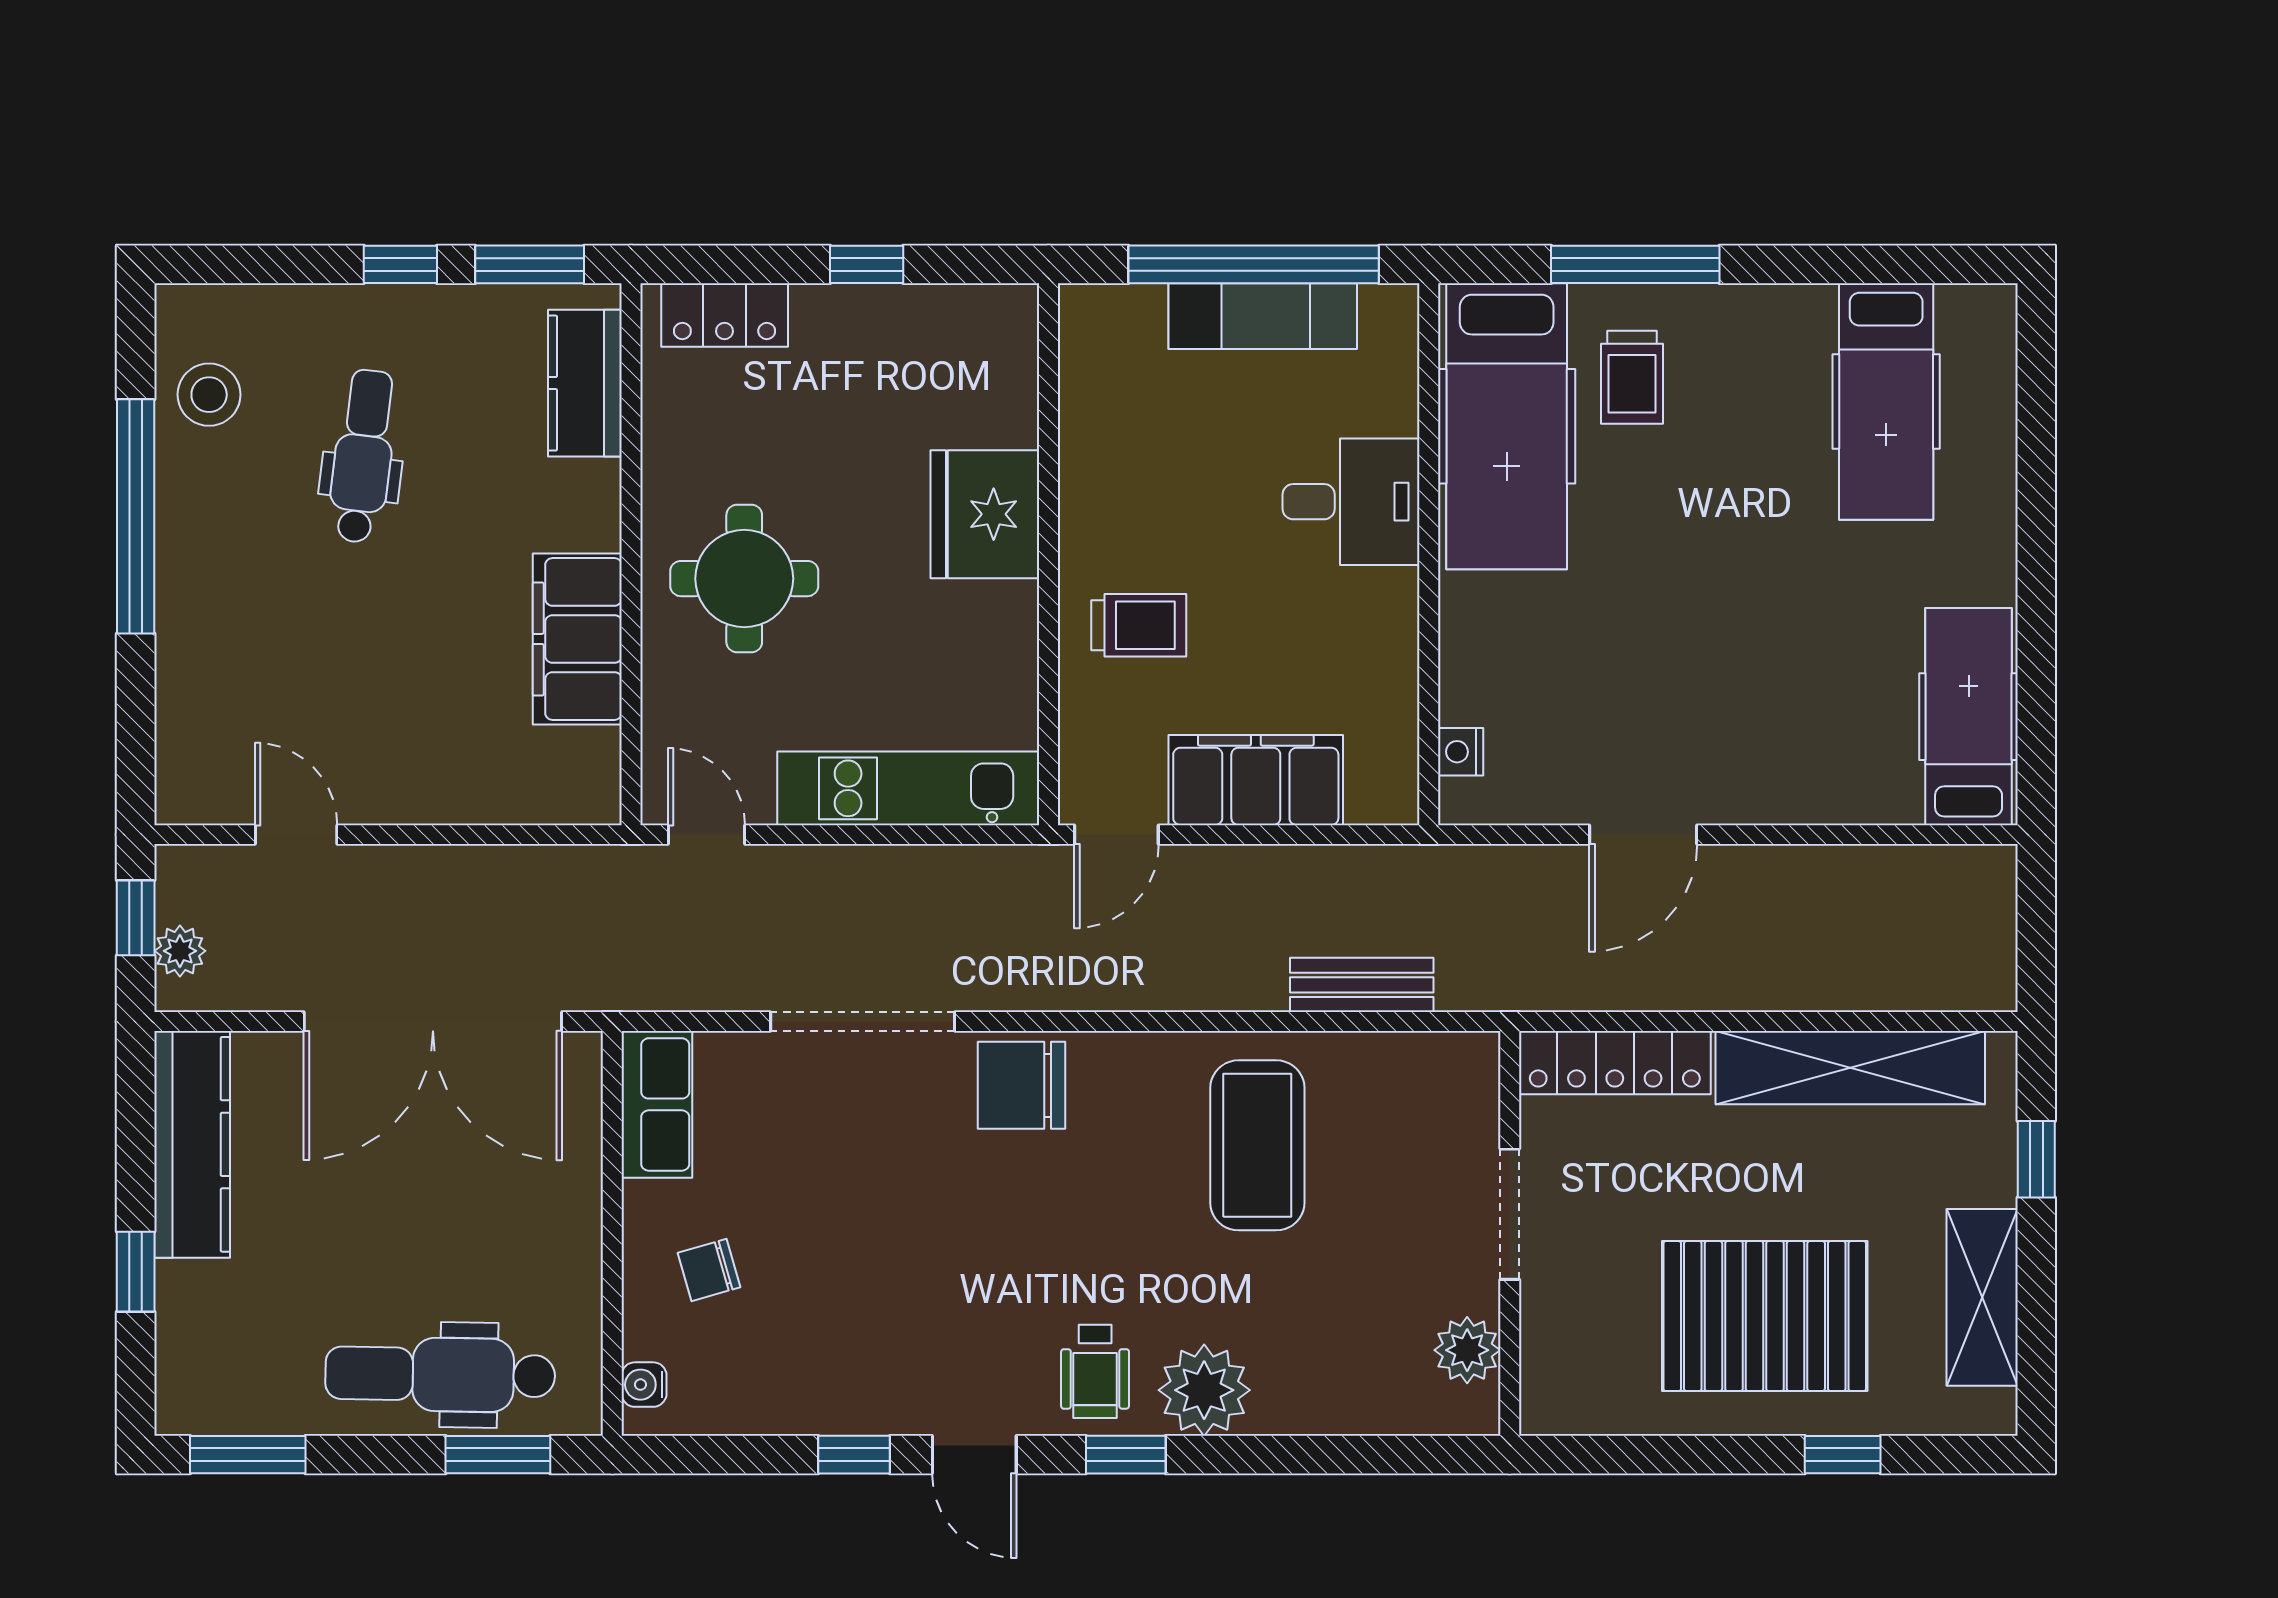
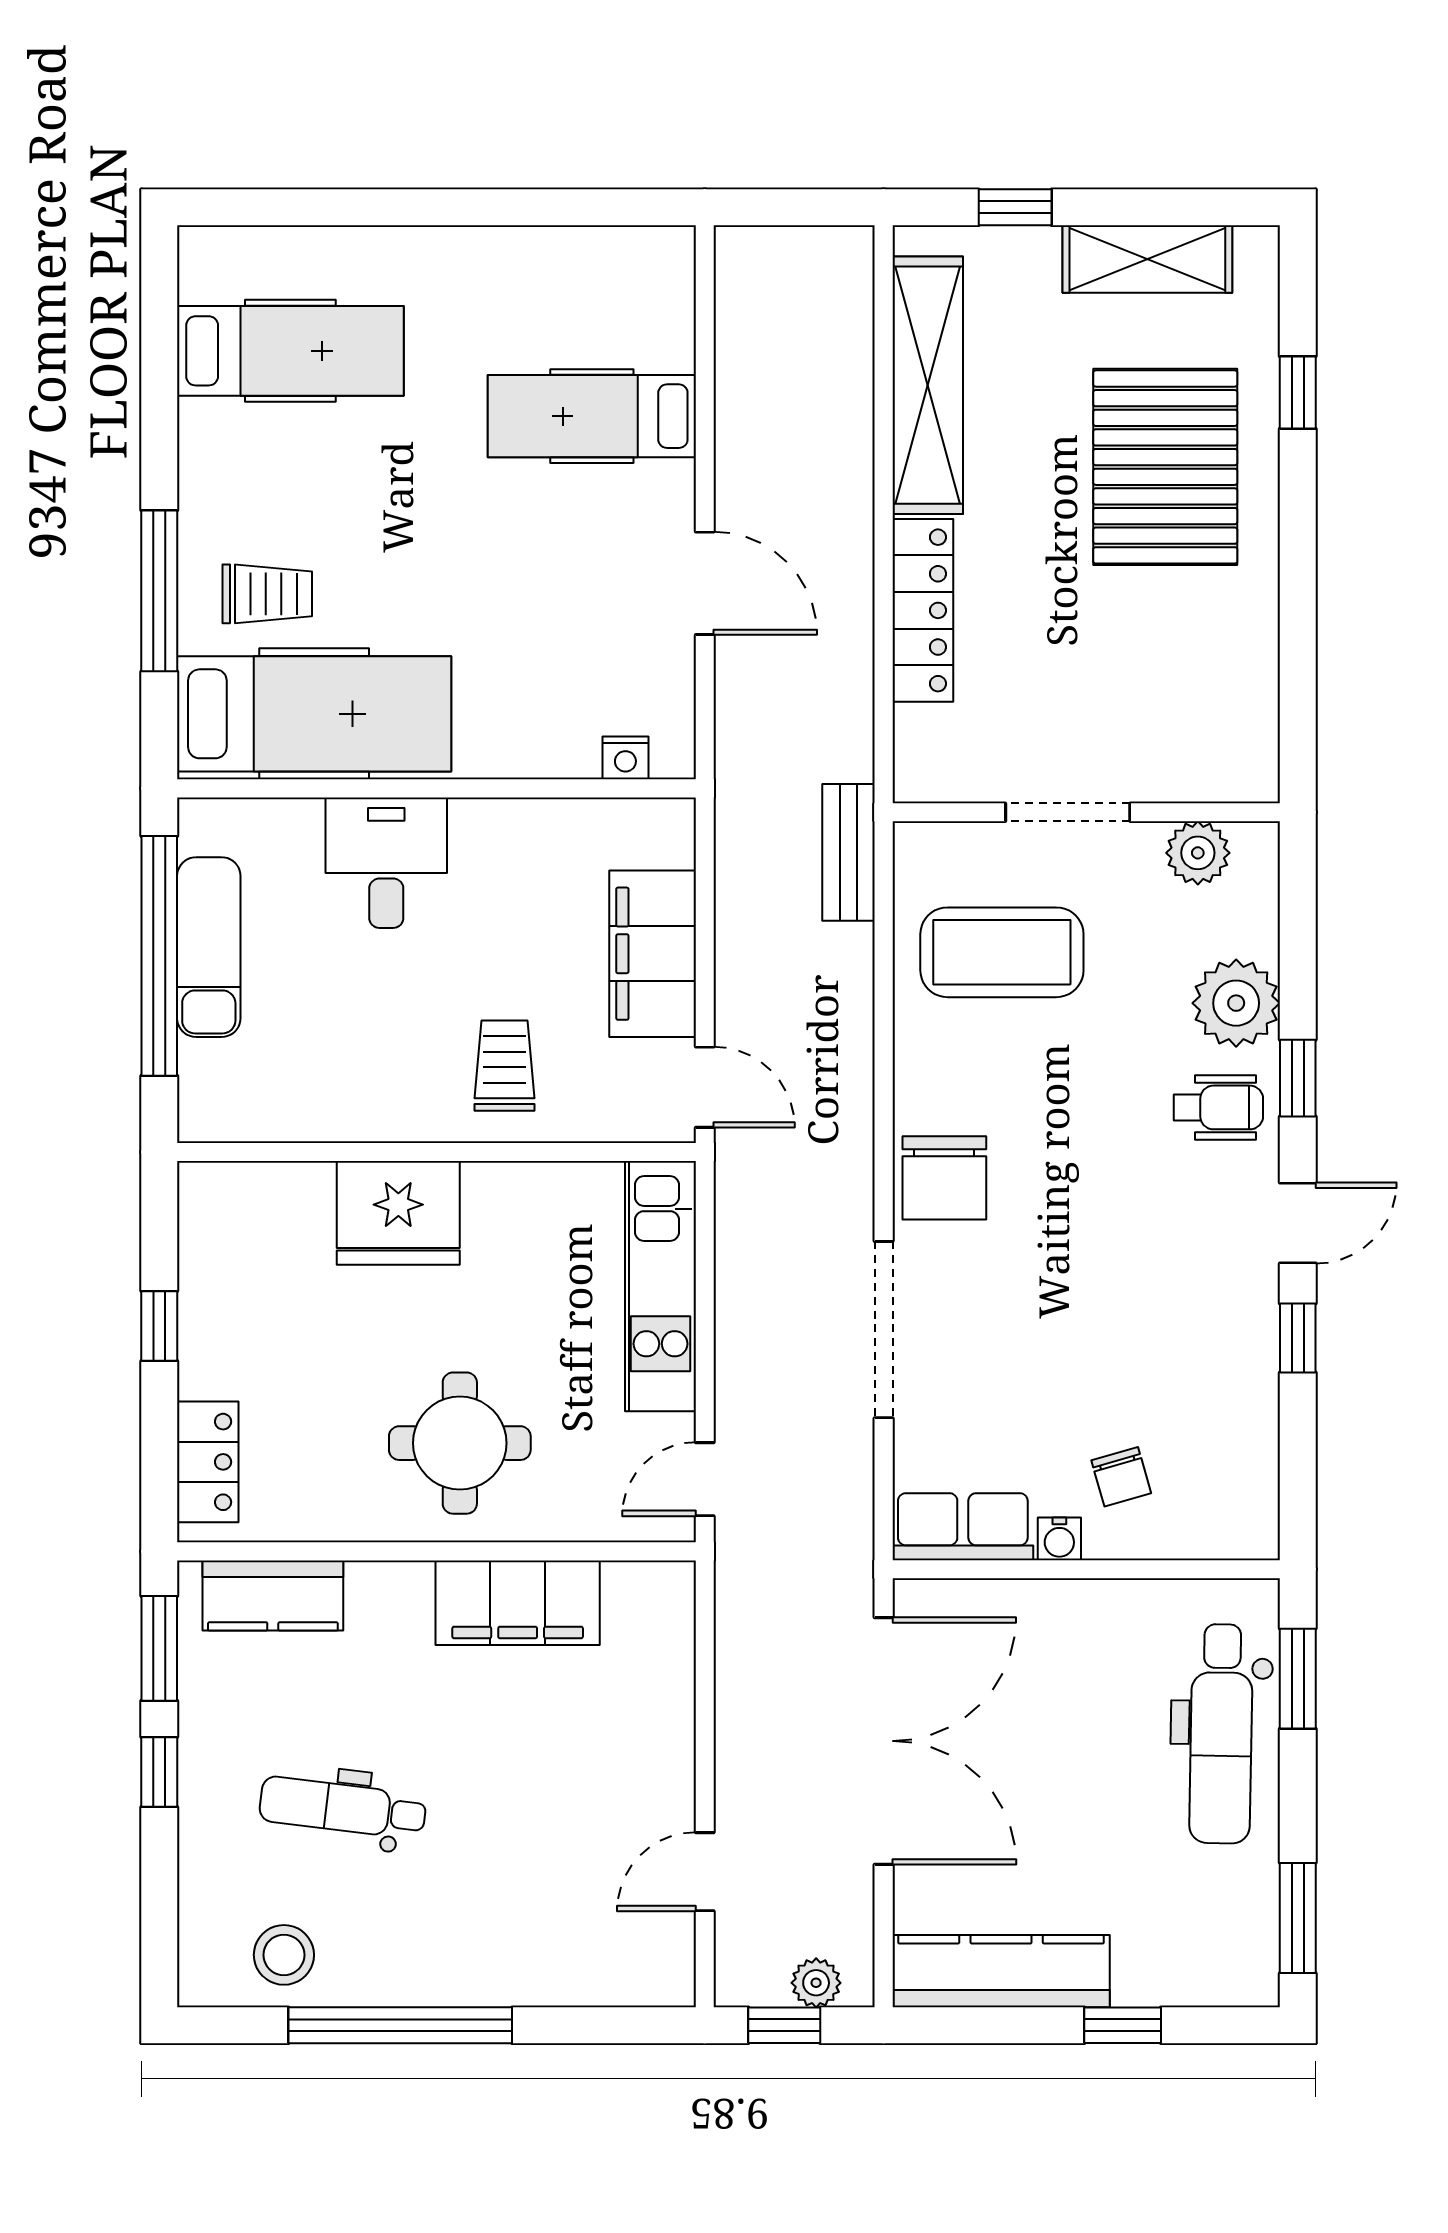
hospital bed: (1969, 717) -> (592, 416), moved
doorway: (1510, 1214) -> (1068, 812), moved
wall: (1510, 1233) -> (1086, 812), moved
plant: (1467, 1350) -> (1198, 853), moved
water cooler: (644, 1385) -> (1059, 1539), moved

